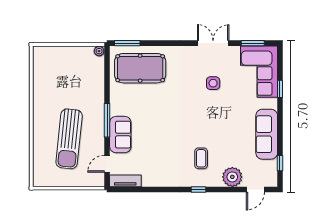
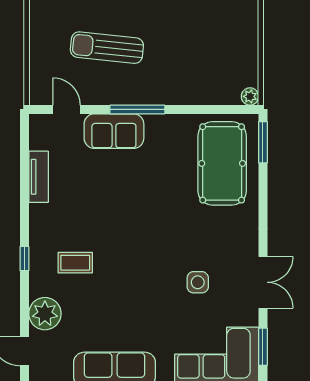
sun lounger: (69, 139) -> (107, 48), width x0.73, depth x0.75
tv unit: (125, 181) -> (39, 177), moved

